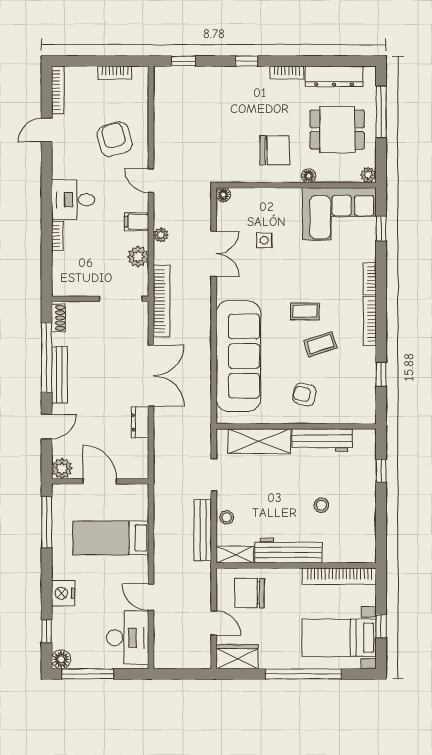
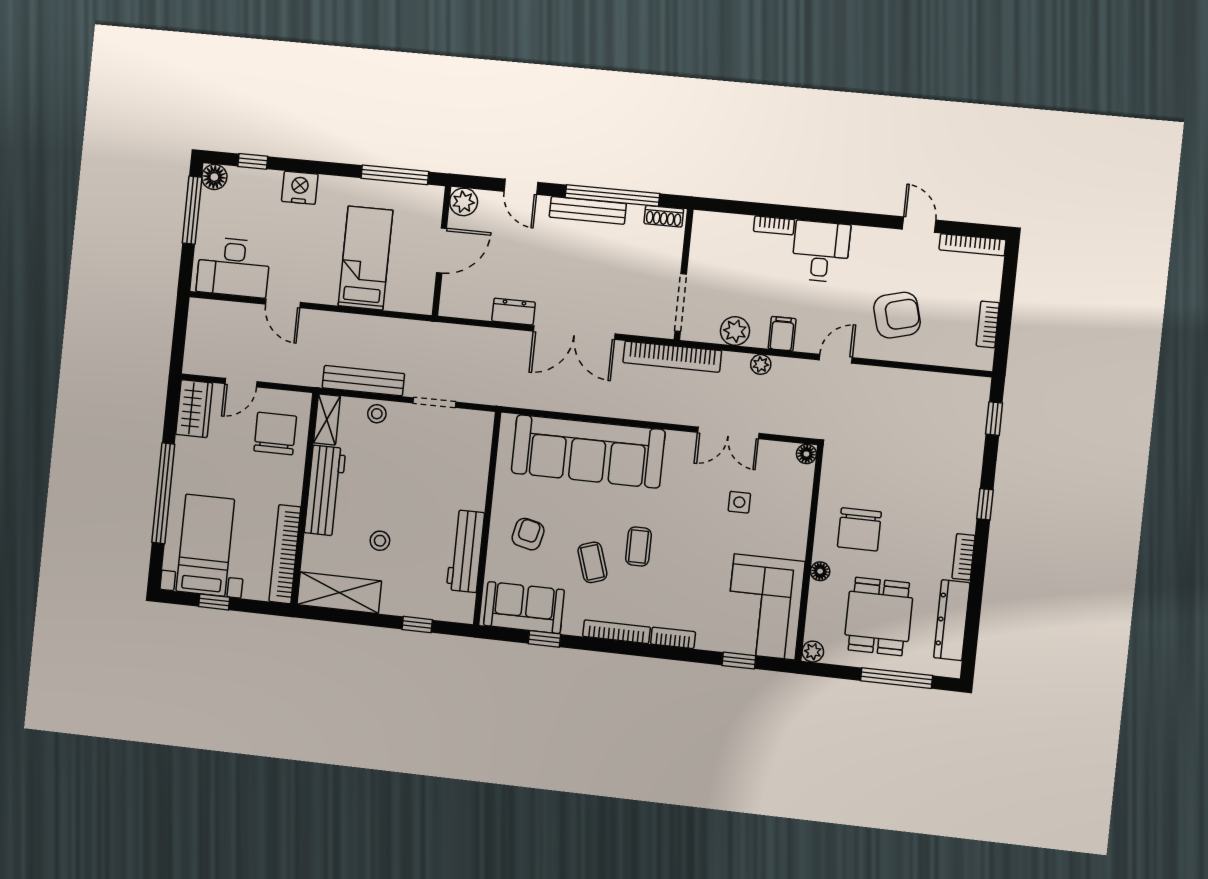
sofa: (360, 392) -> (524, 608), added
shelving: (259, 441) -> (339, 593), moved, turned 90
door: (151, 597) -> (283, 303), swing flipped

